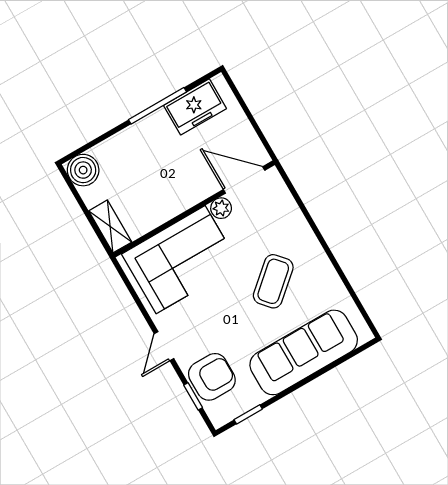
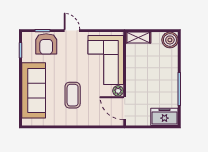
freezer: (195, 107) -> (164, 117), moved, turned 90
door: (244, 180) -> (125, 108), swing flipped
coffee table: (273, 281) -> (73, 95), turned 41

